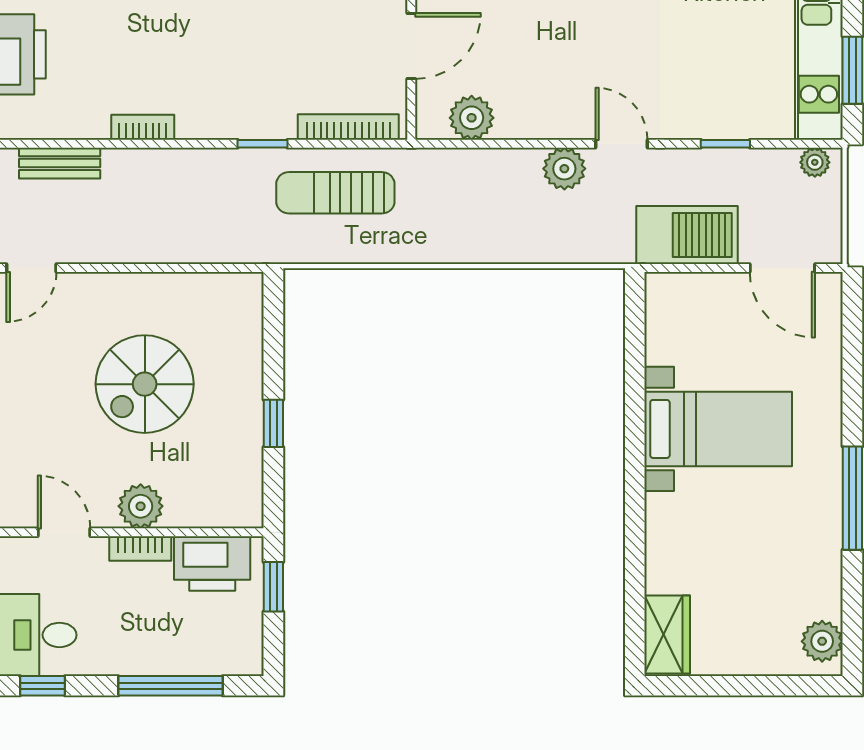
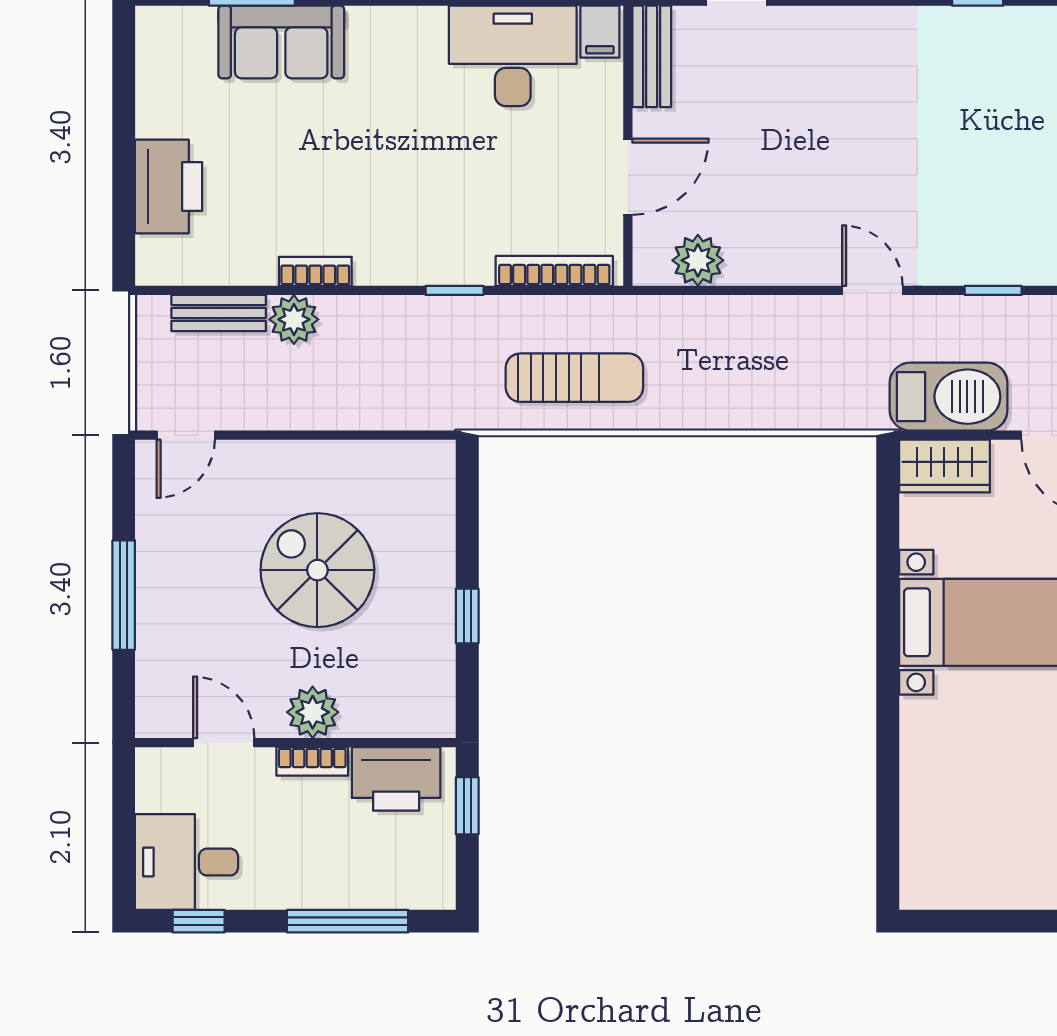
plant: (564, 169) -> (294, 319), moved
sun lounger: (335, 193) -> (574, 378), moved, turned 180
spiral stairs: (145, 384) -> (317, 570), turned 90
wardrobe: (667, 635) -> (944, 466), moved, turned 90

